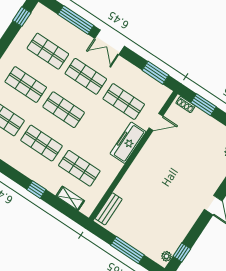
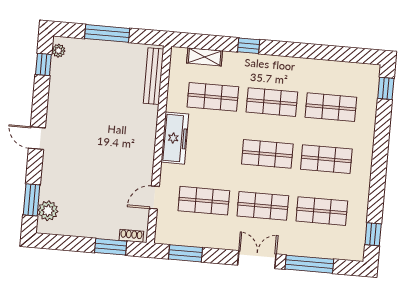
freezer: (128, 143) -> (175, 138), moved
bench: (109, 209) -> (154, 76), width x1.36

